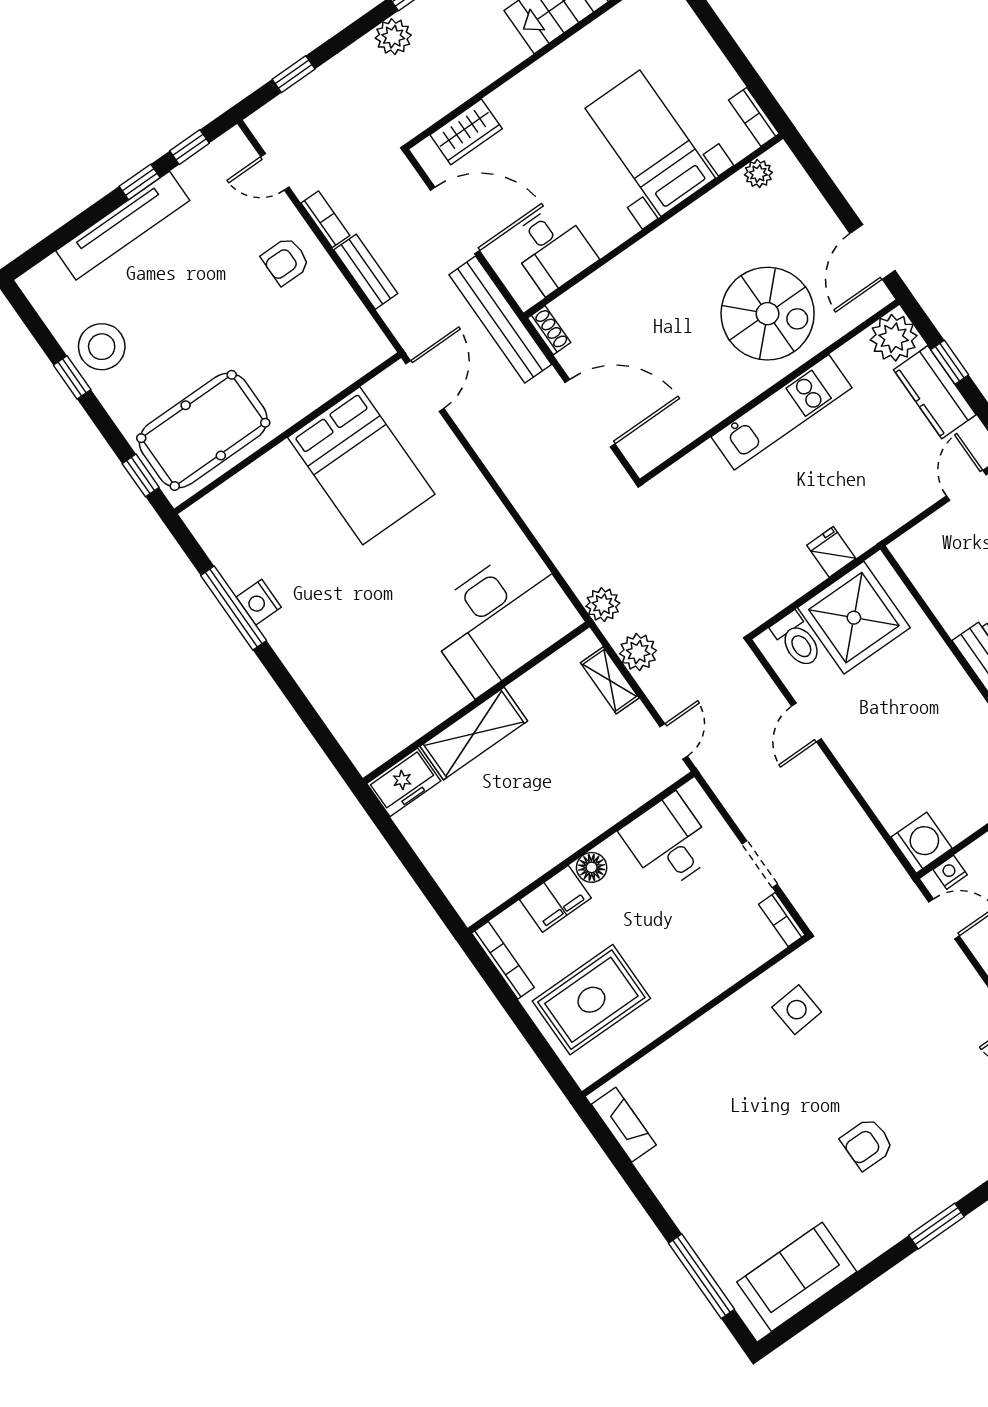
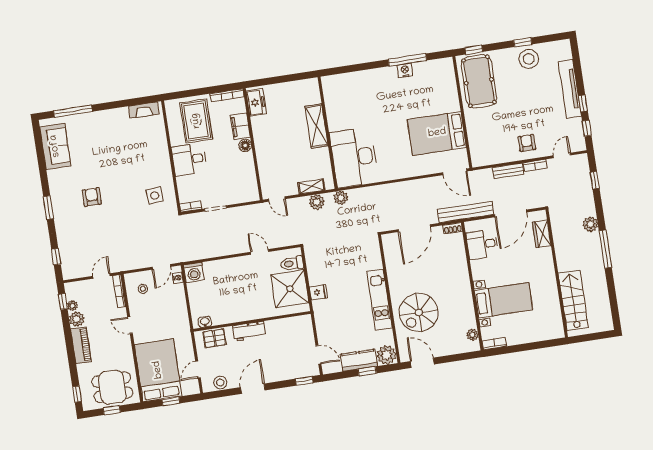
freezer: (404, 782) -> (256, 102), moved, turned 180
desk: (669, 842) -> (189, 159), moved, turned 180

